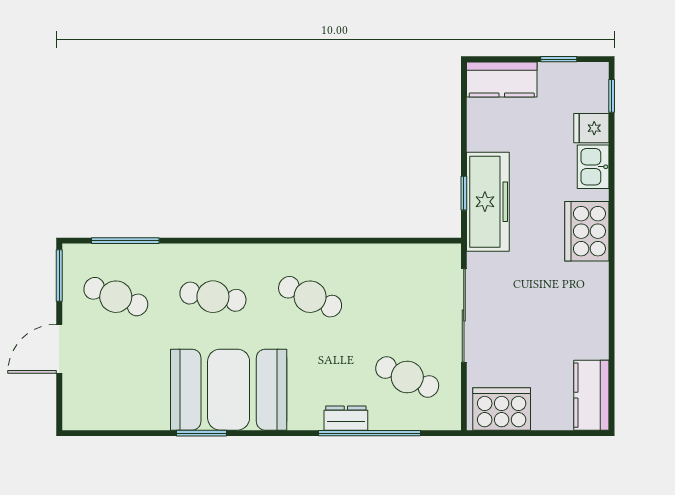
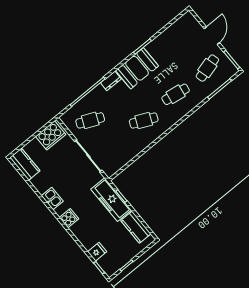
kitchen counter: (502, 80) -> (136, 227), moved, turned -90
kitchen sink: (593, 167) -> (52, 199), moved
cooker: (587, 231) -> (69, 218), width x0.53, depth x0.76
cafe table: (116, 297) -> (207, 68), turned -36
booth: (229, 390) -> (137, 68), width x0.73, depth x0.70
dresser: (346, 418) -> (111, 81), moved

